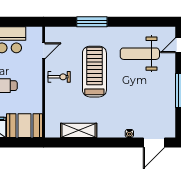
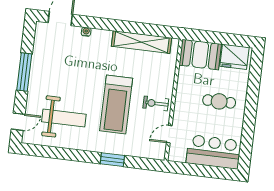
window: (92, 22) -> (112, 160), width x0.69
shelving: (79, 130) -> (141, 42), width x1.47

